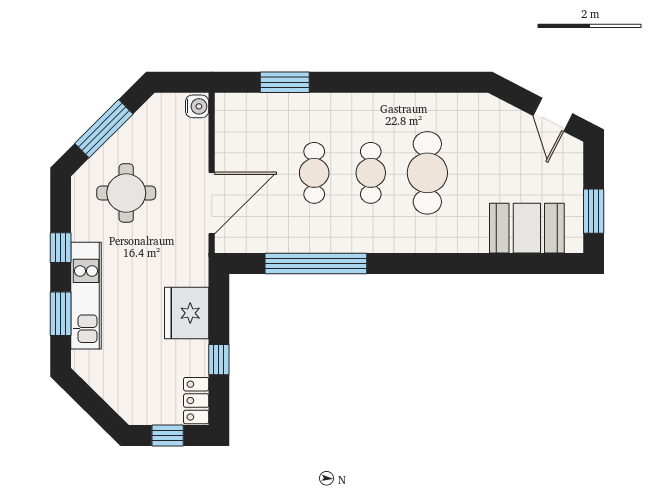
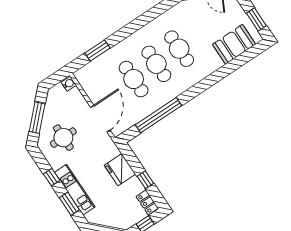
cafe table: (314, 173) -> (134, 79), width x1.37, depth x1.35
cafe table: (371, 173) -> (156, 64), width x1.37, depth x1.35

